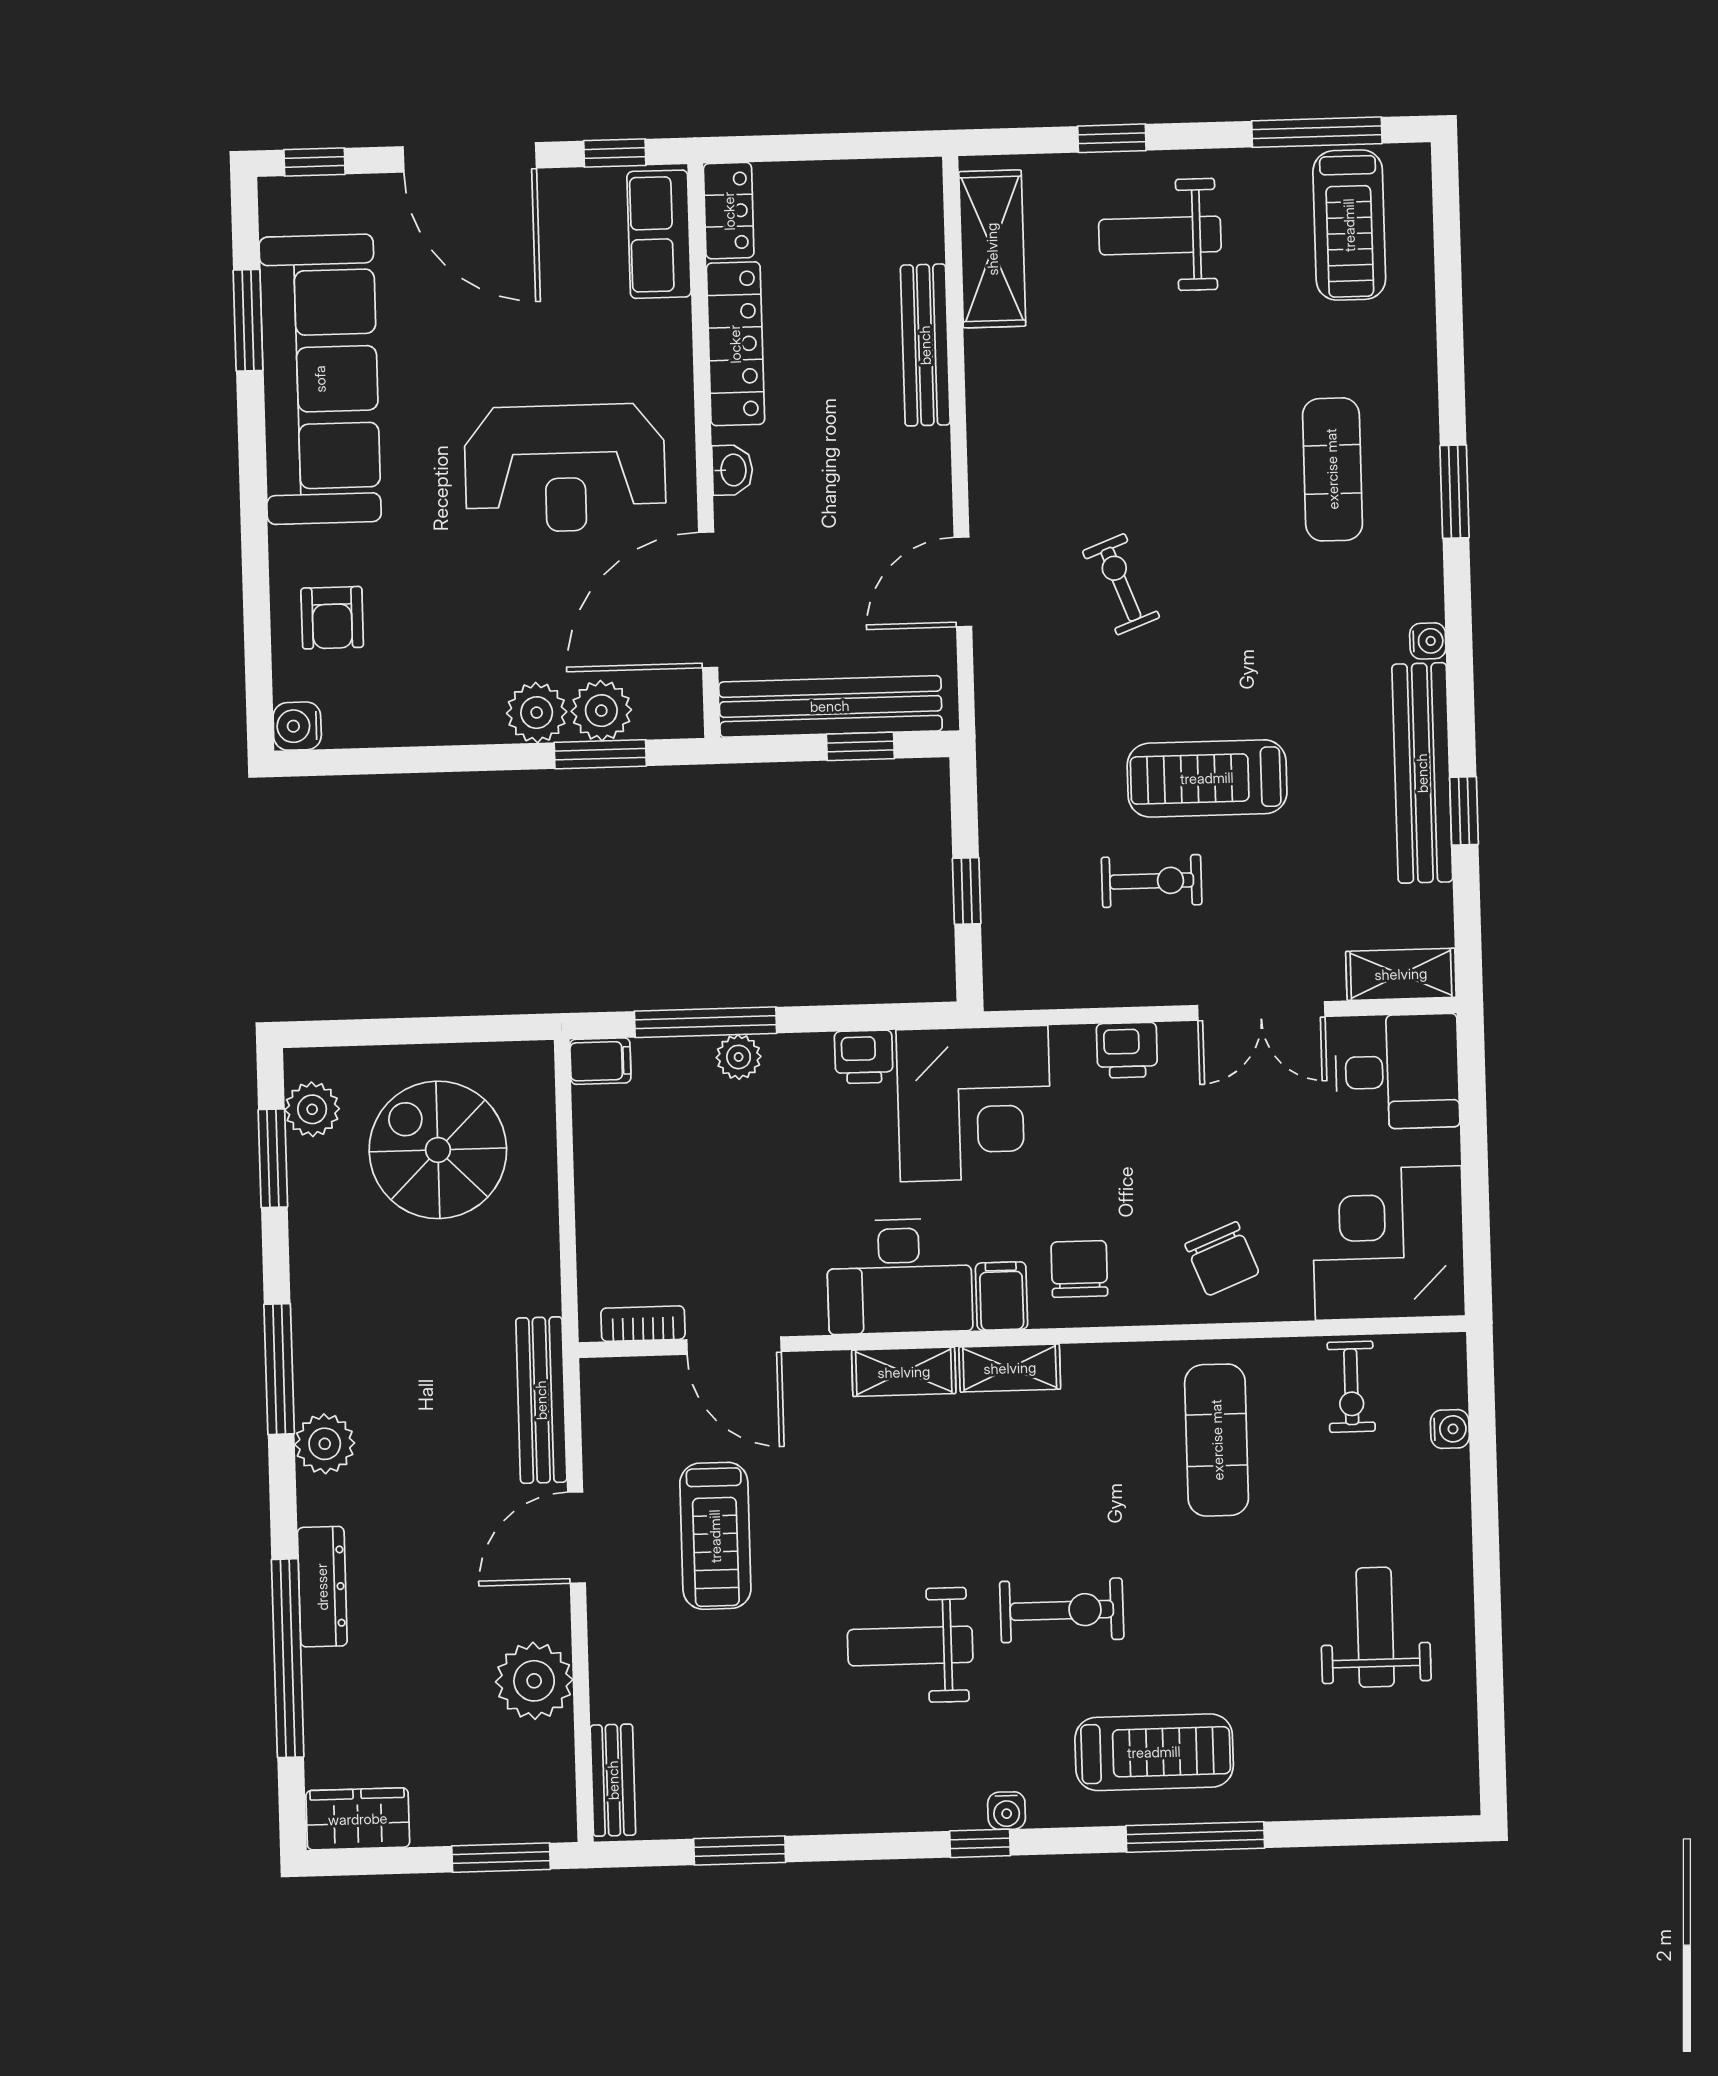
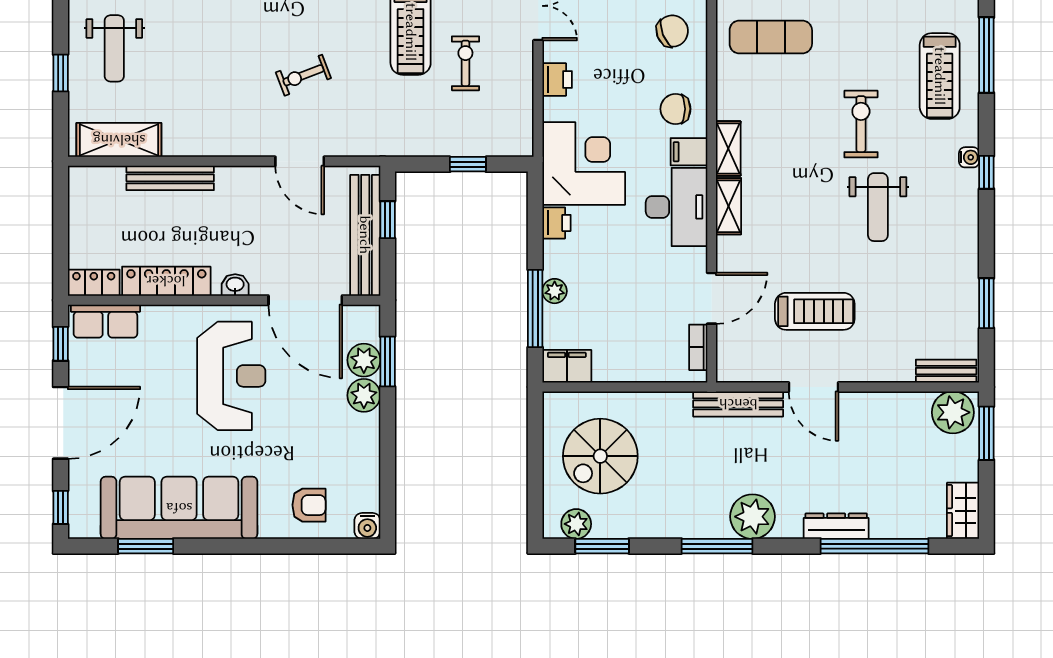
filing cabinet: (600, 1061) -> (567, 366), width x2.00
plant: (325, 1444) -> (752, 517), width x1.36, depth x1.36
plant: (534, 1681) -> (953, 412), moved
treadmill: (1154, 1752) -> (940, 76), turned 180

